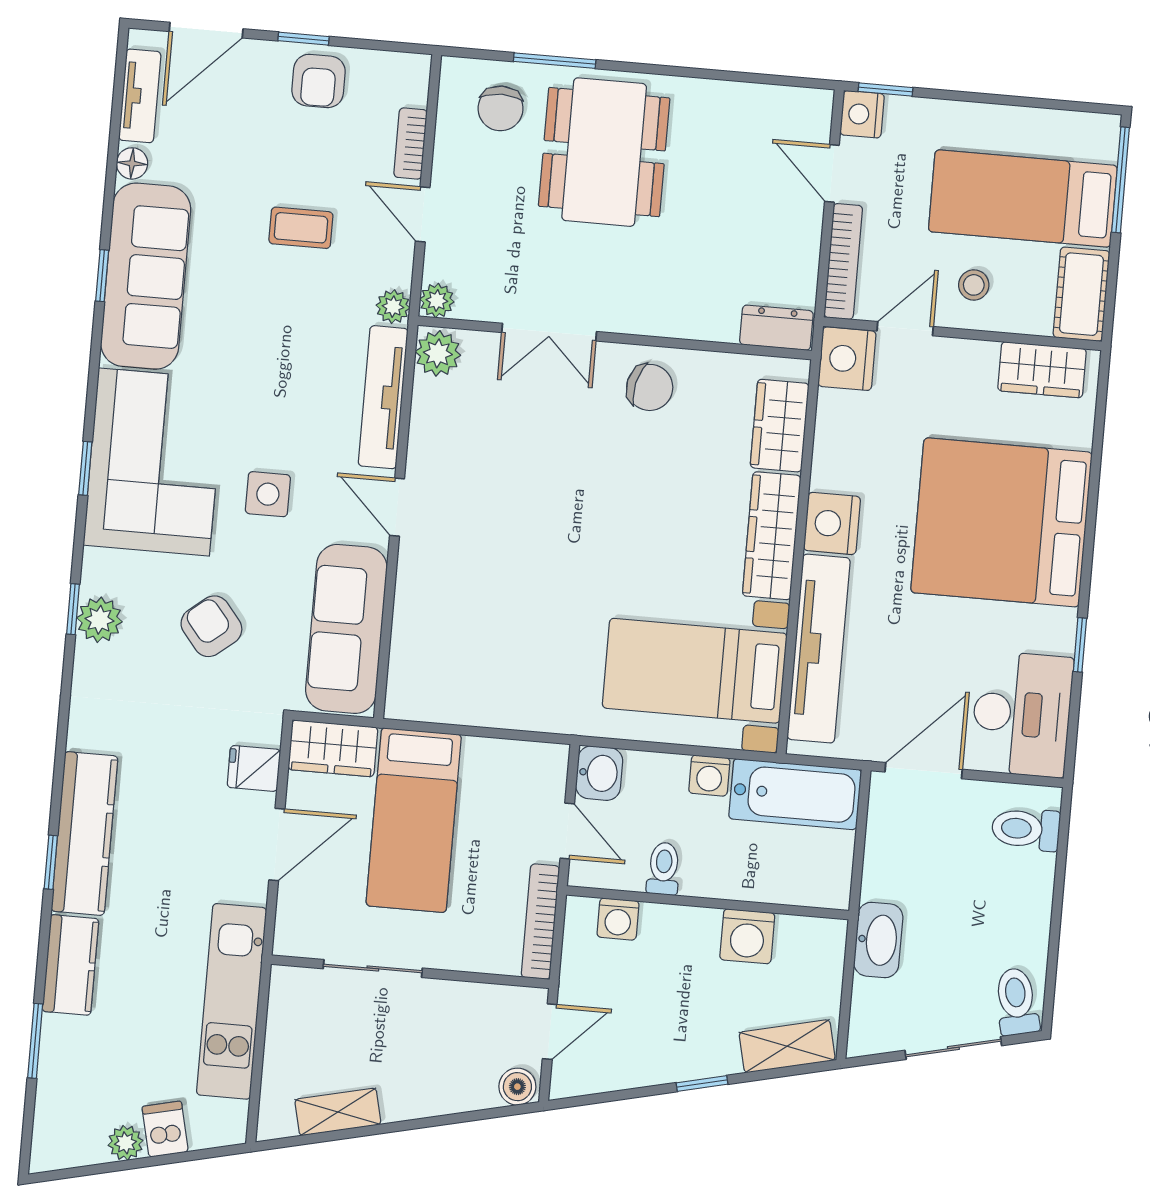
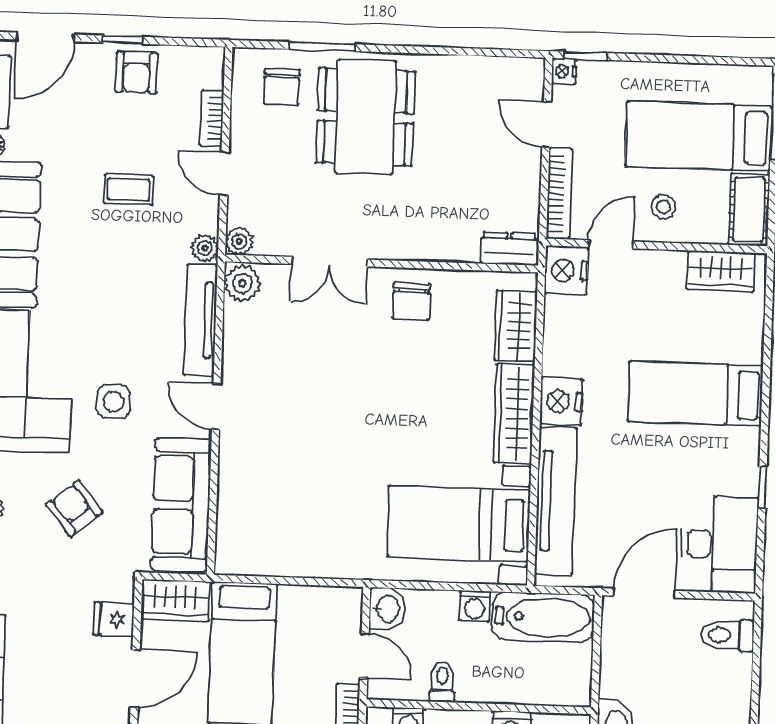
nightstand: (862, 114) -> (564, 71), width x0.72, depth x0.74
chair: (650, 387) -> (411, 301), turned 77
bed: (1001, 522) -> (695, 394), width x0.49

